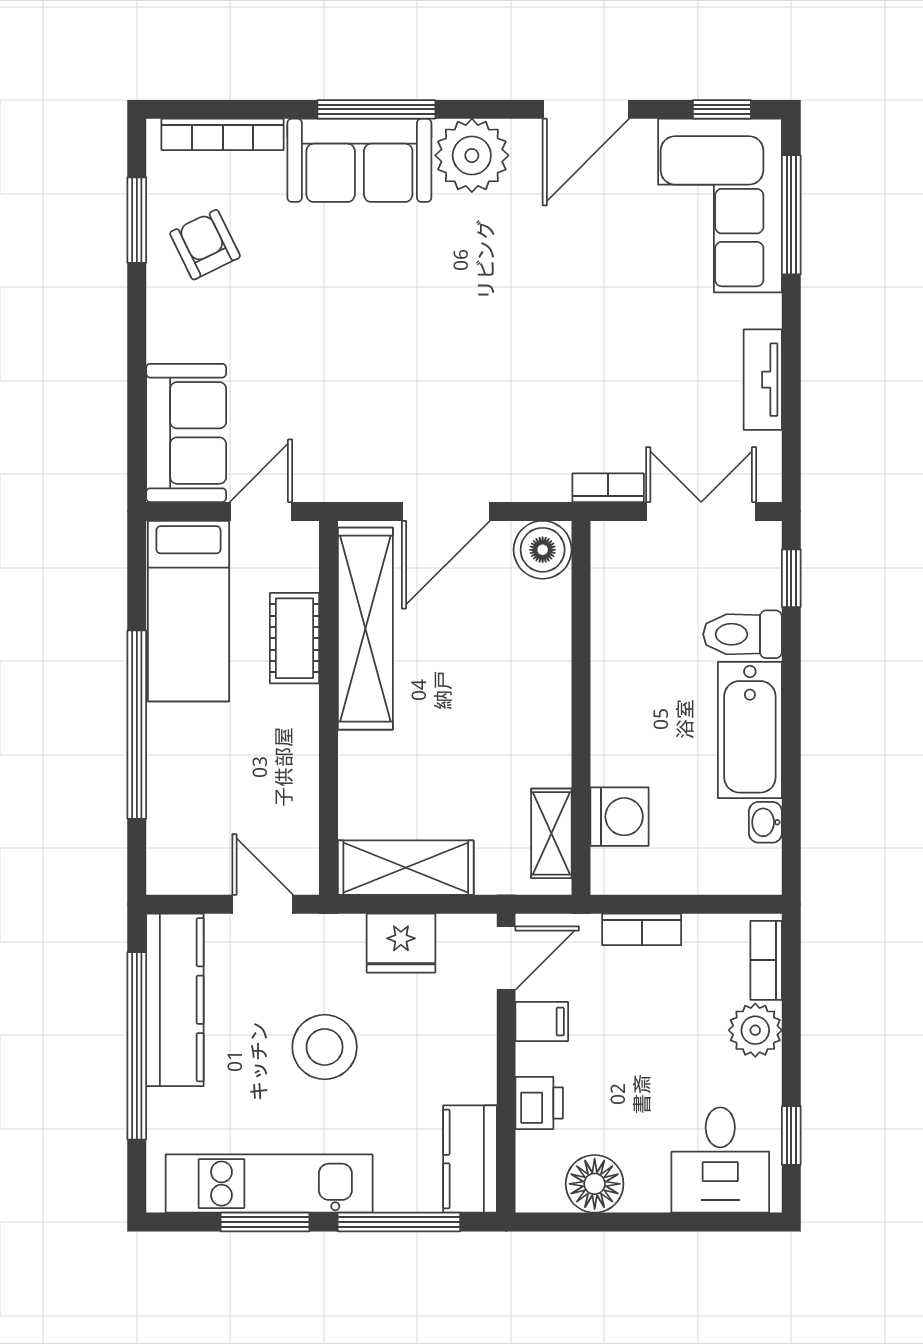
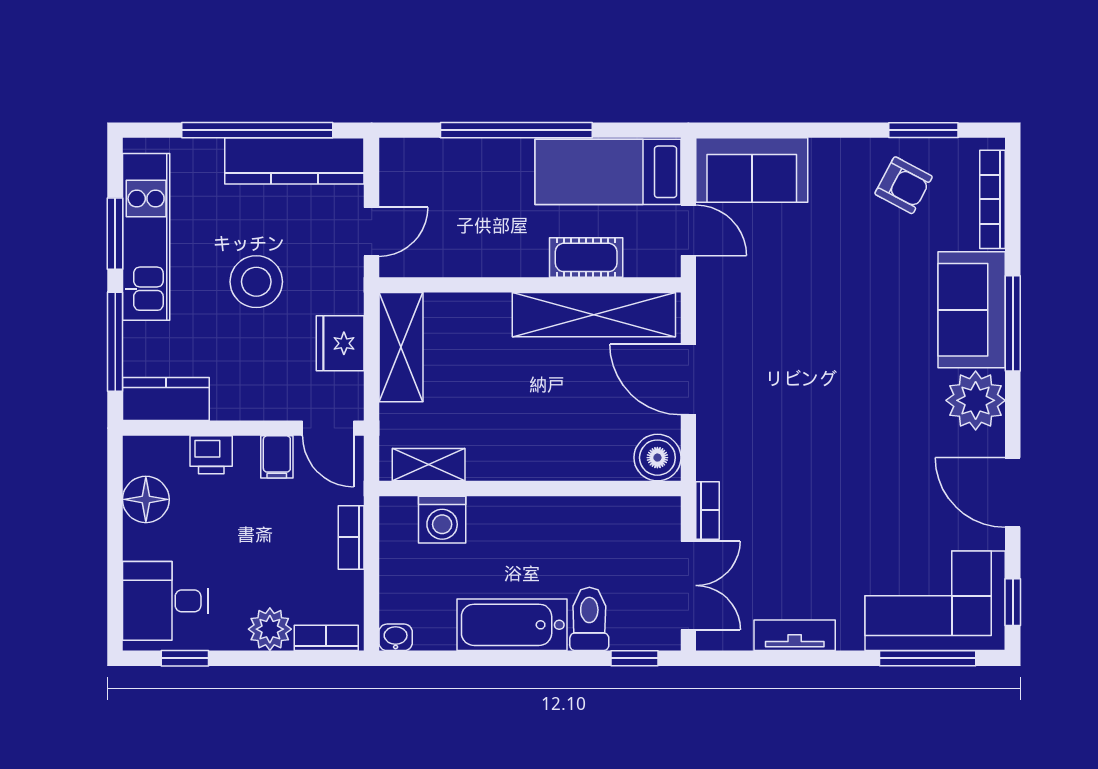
armchair: (205, 245) -> (904, 185), turned 54
washbasin: (765, 822) -> (396, 637), moved

